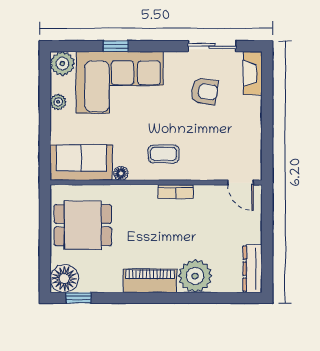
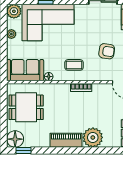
armchair: (204, 91) -> (107, 51), moved

